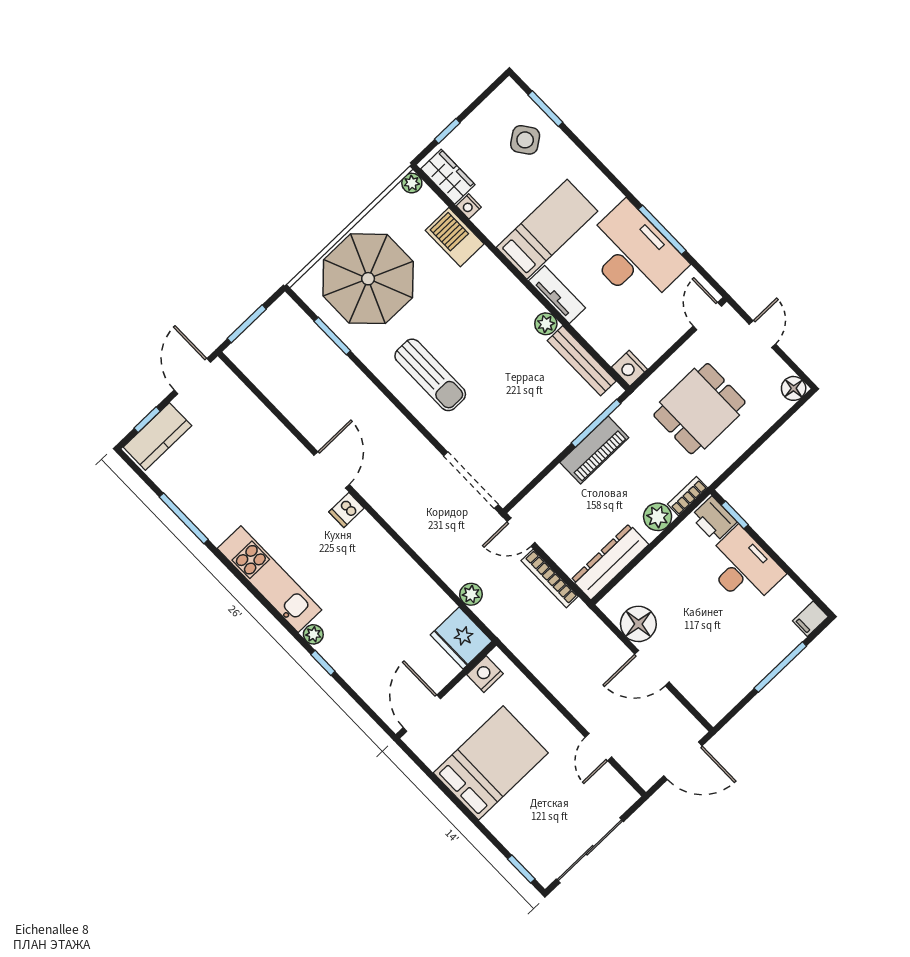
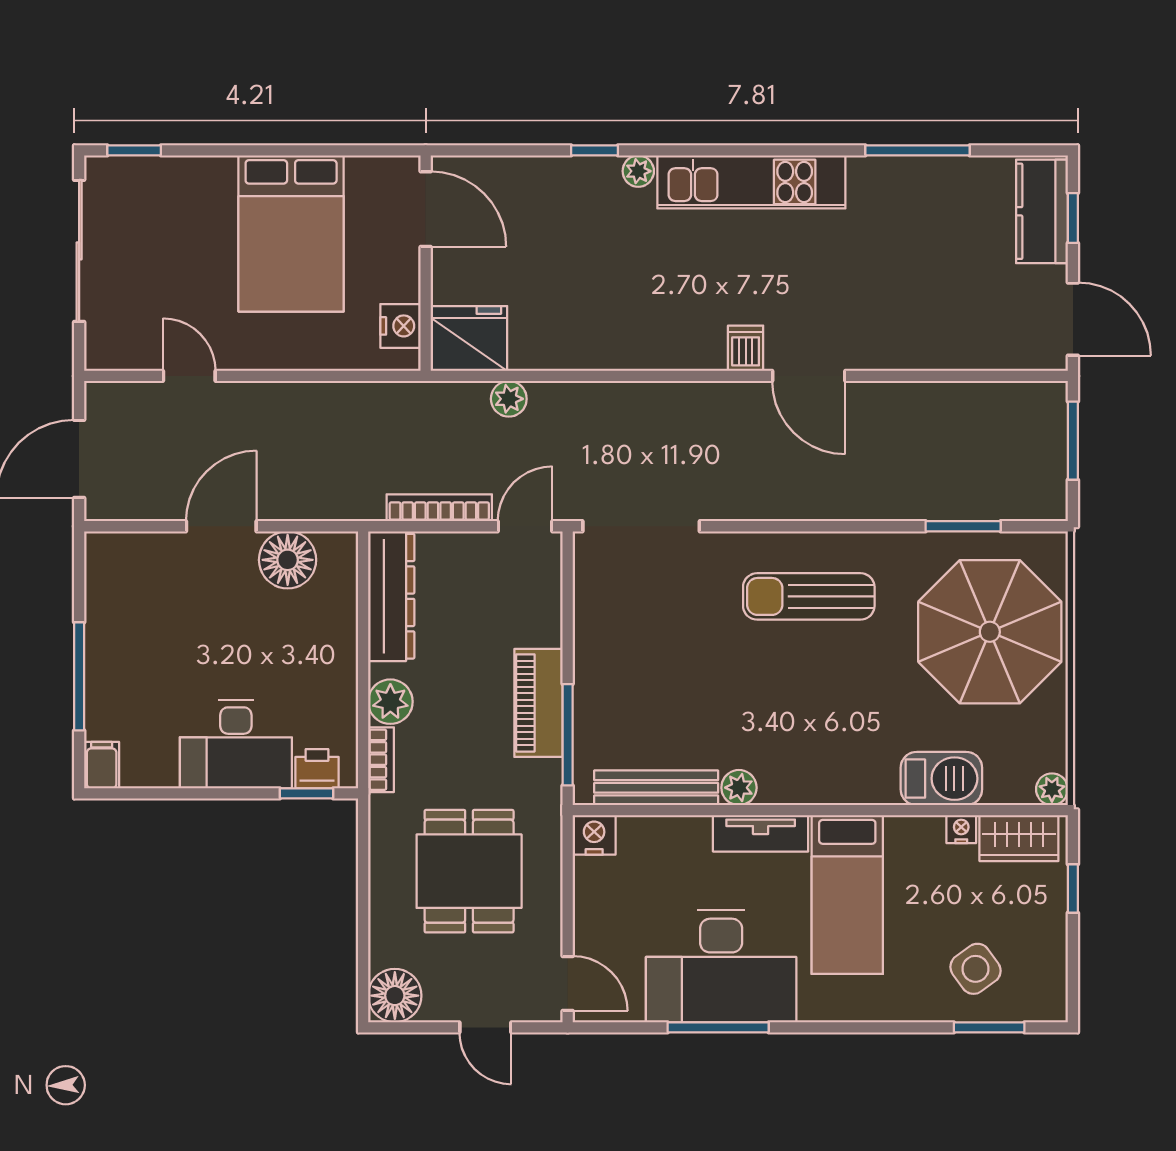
floor lamp: (794, 388) -> (395, 996), width x1.38, depth x1.38
printer: (714, 519) -> (317, 769), width x0.73, depth x0.81

